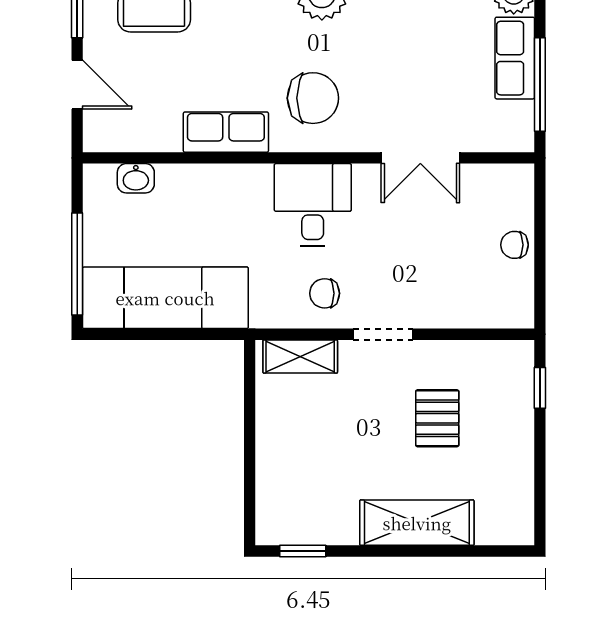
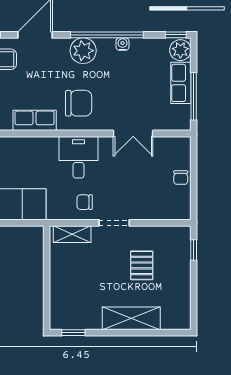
chair: (514, 245) -> (181, 178), turned -90

